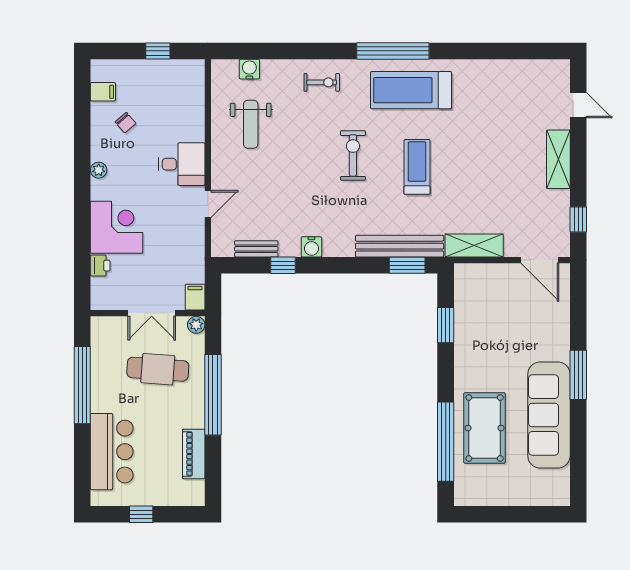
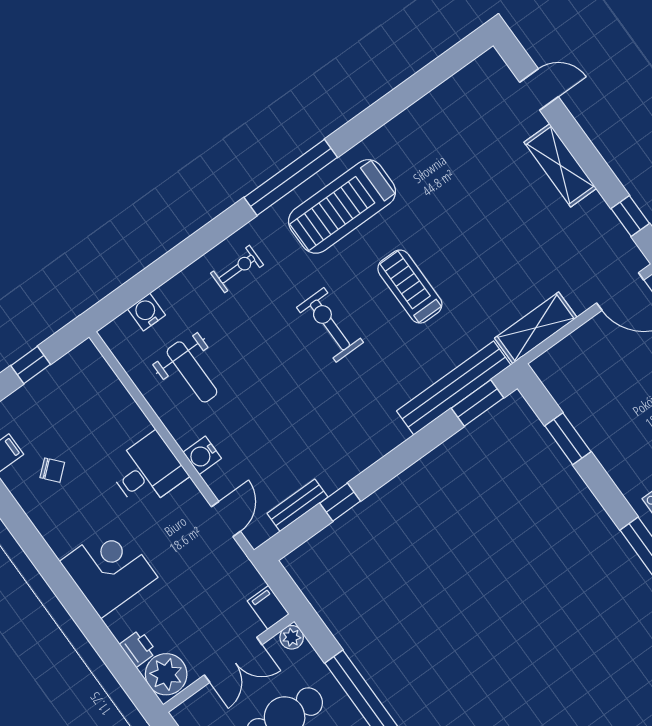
plant: (99, 170) -> (166, 674), moved, width x1.88, depth x1.88
door: (208, 204) -> (226, 519), moved
corner desk: (117, 227) -> (109, 569), moved
water cooler: (311, 247) -> (202, 455), moved, turned 90

